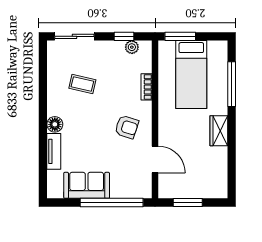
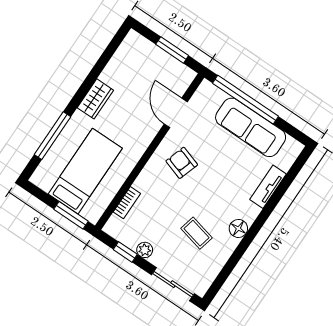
plant: (132, 47) -> (145, 250), moved
bookcase: (146, 87) -> (127, 203), moved
floor lamp: (55, 124) -> (238, 228), moved
sofa: (87, 185) -> (251, 127), width x1.36

